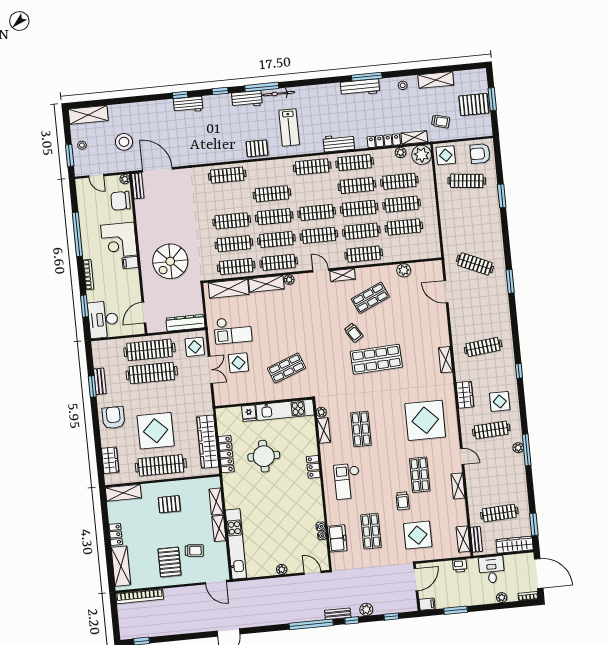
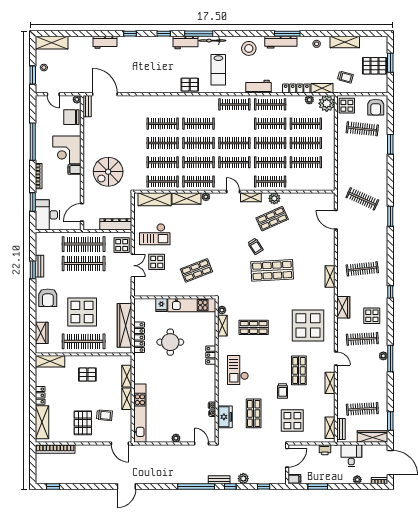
workbench: (188, 105) -> (105, 42), moved
stool: (124, 142) -> (249, 48), moved
armchair: (480, 154) -> (376, 107), turned -90
clothes rail: (227, 175) -> (163, 124), moved
plant: (404, 270) -> (274, 198), moved
armchair: (113, 418) -> (48, 298), turned 180
shop shelf: (361, 429) -> (254, 327), turned 90

